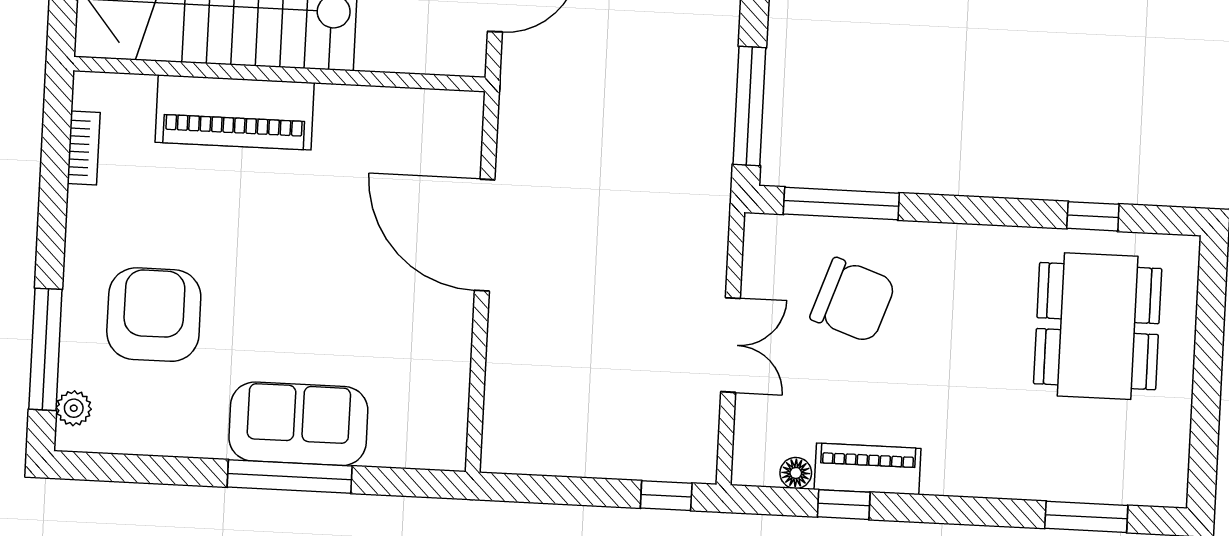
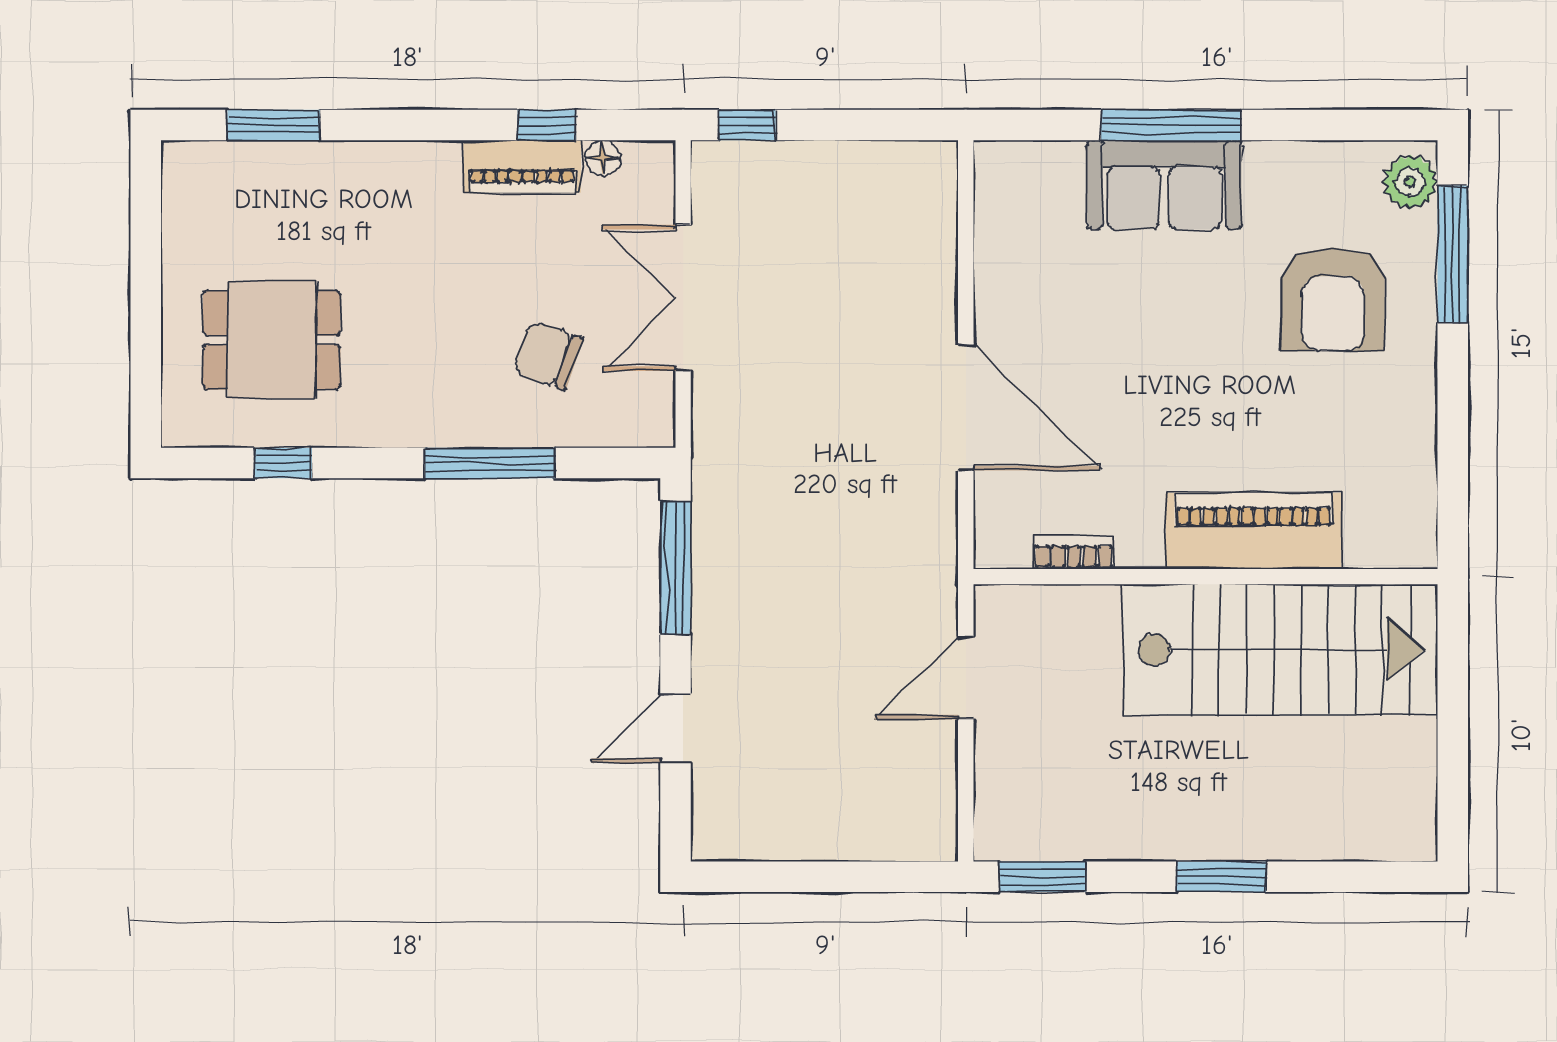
bookcase: (84, 148) -> (1074, 553), moved, turned 90
window: (841, 204) -> (490, 463), moved
chair: (853, 300) -> (548, 355), width x0.73, depth x0.73
dining table: (1098, 326) -> (272, 340), width x0.73
double door: (731, 345) -> (683, 298), width x1.37
plant: (74, 408) -> (1410, 182), width x1.38, depth x1.38

